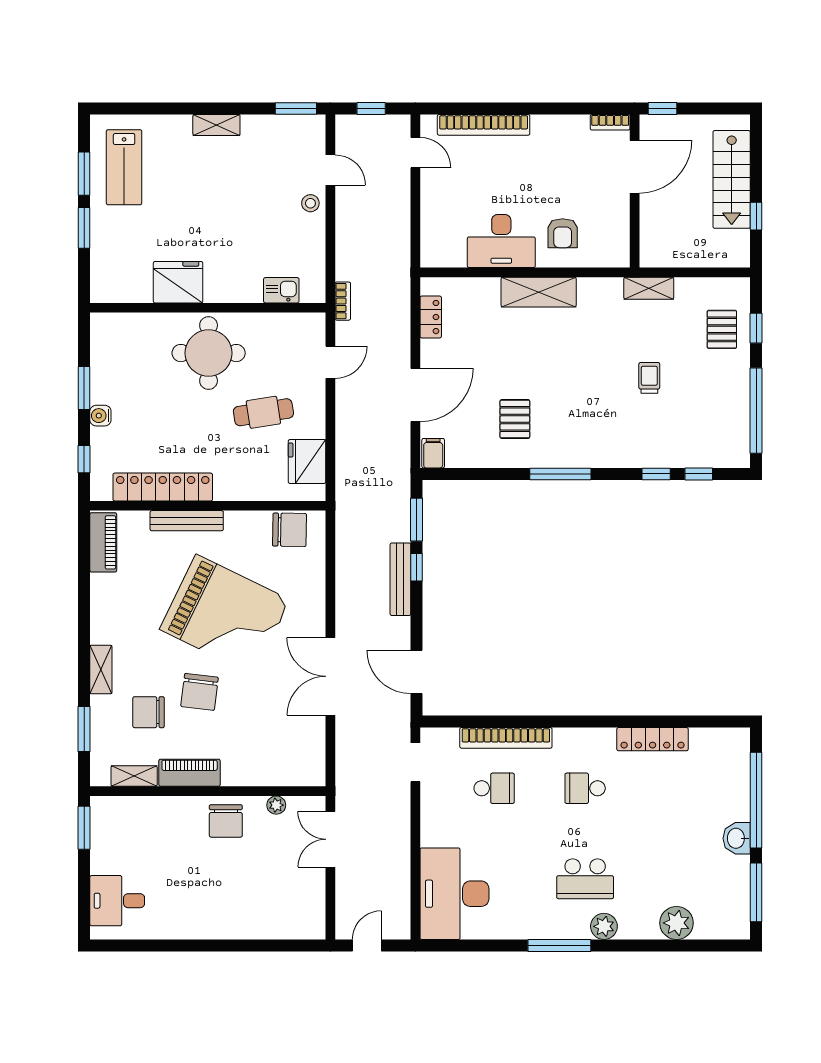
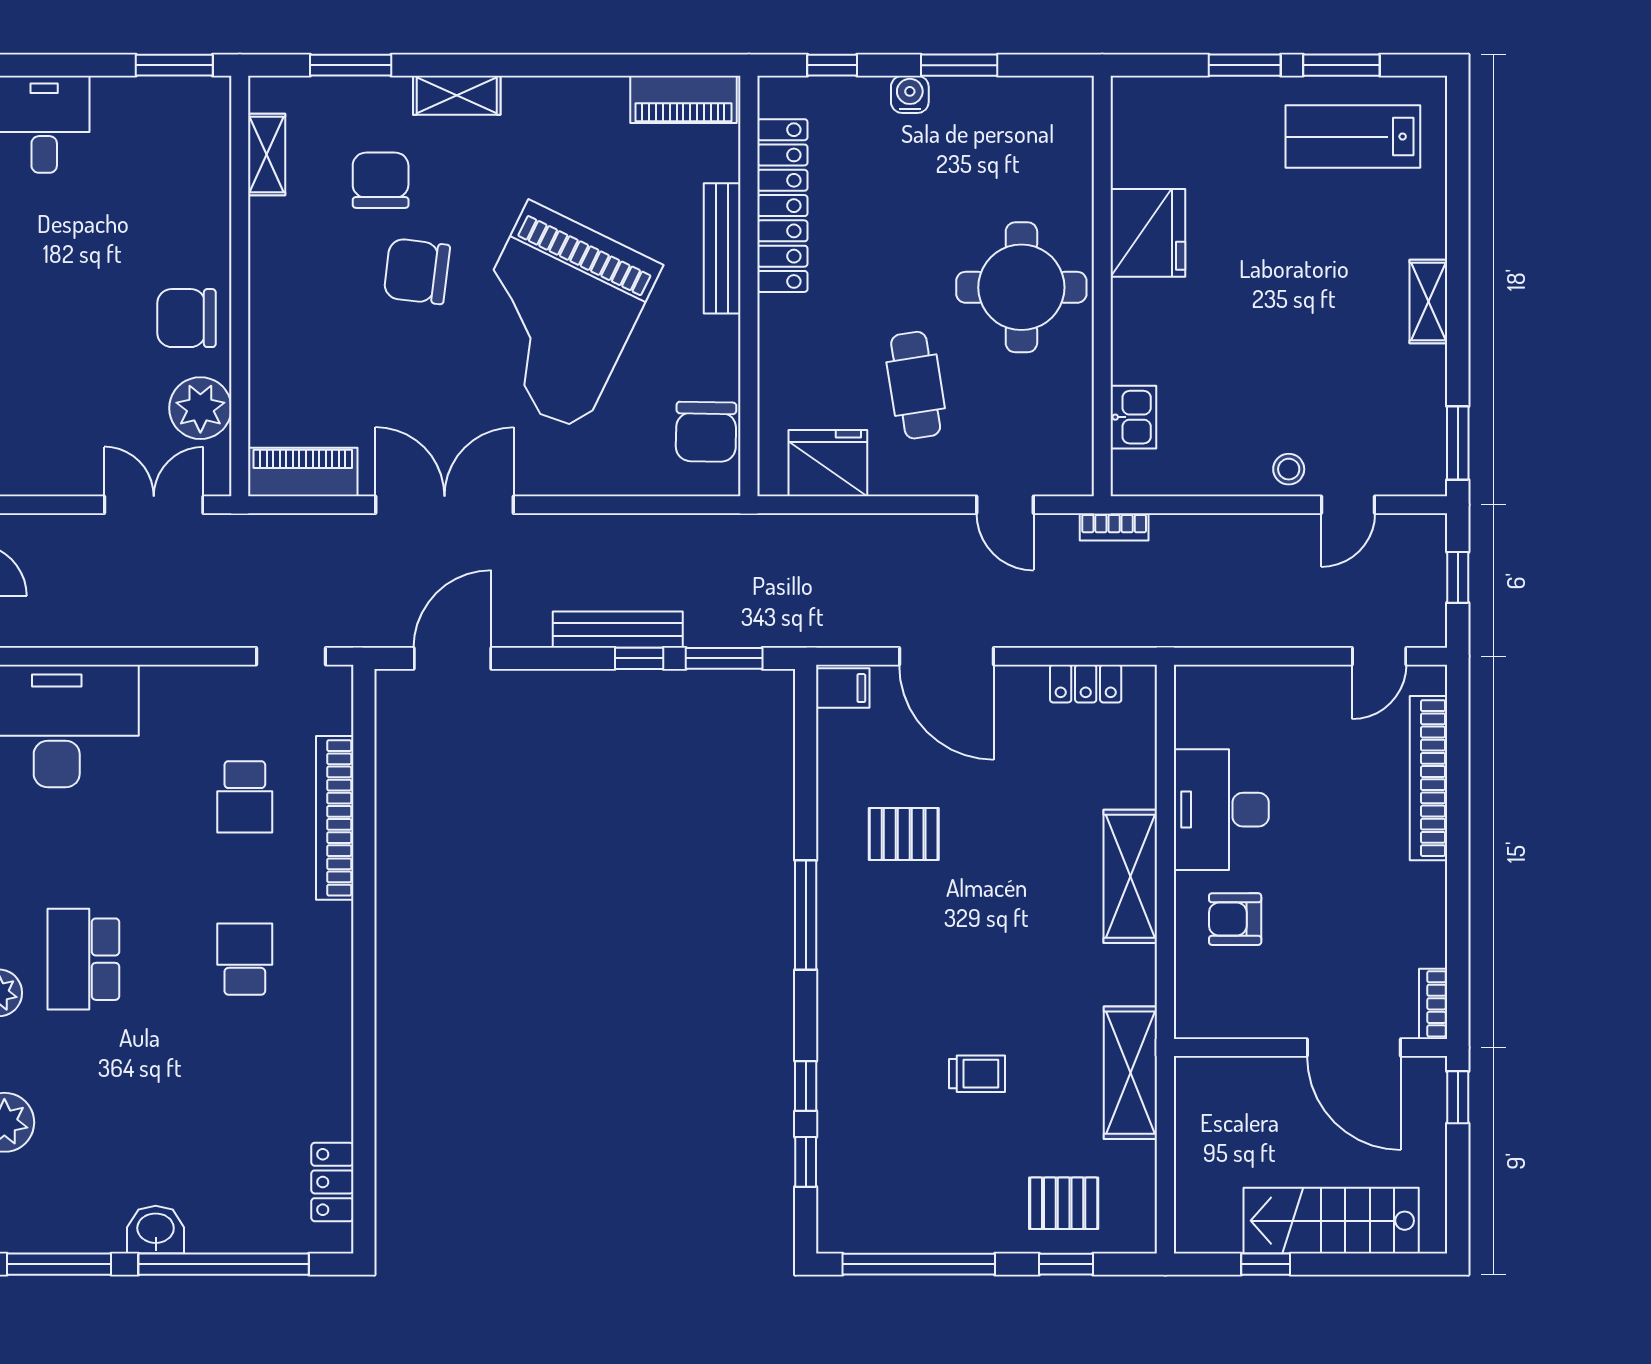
shelving: (649, 288) -> (1130, 1073), width x1.50, depth x1.33
locker: (653, 739) -> (332, 1182), moved, width x0.66
piano: (190, 773) -> (303, 472), moved, turned -90
plant: (276, 805) -> (200, 408), width x1.88, depth x1.88

